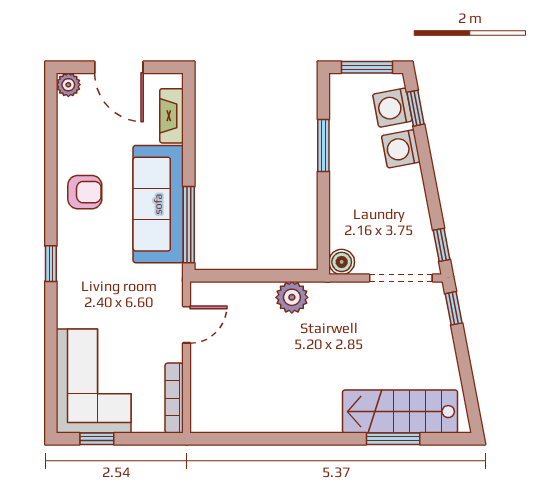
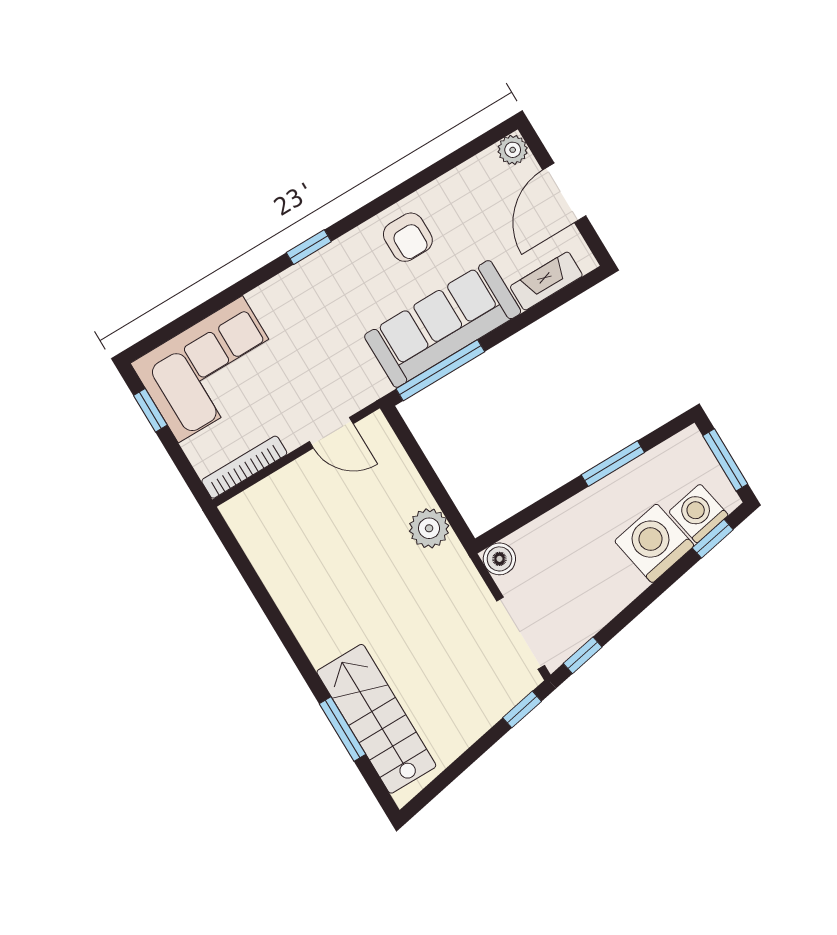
washing machine: (401, 149) -> (654, 543), width x1.37, depth x1.37

